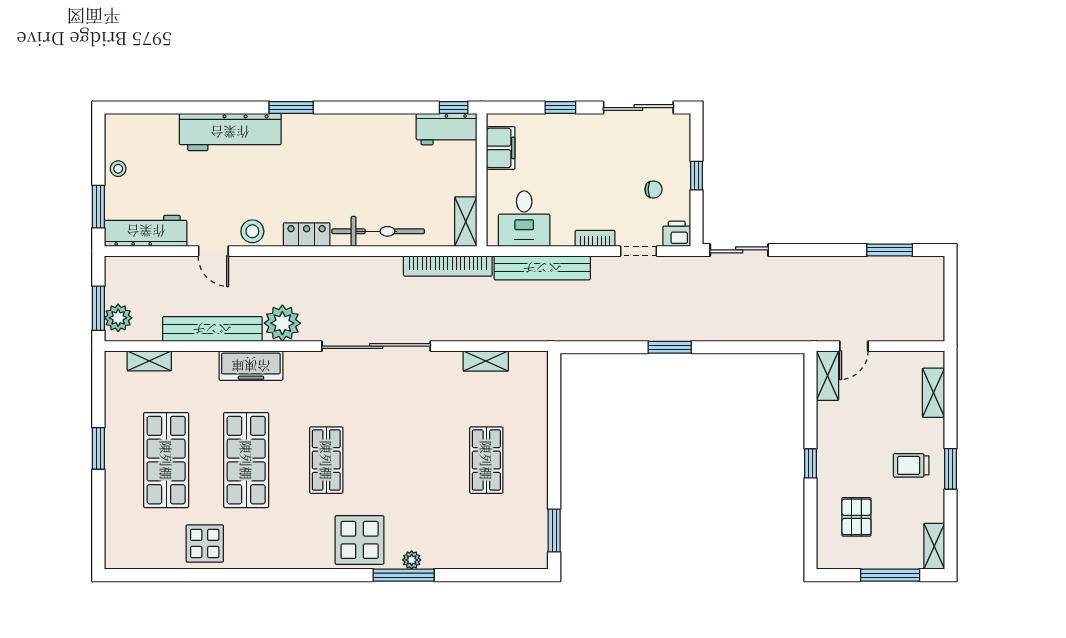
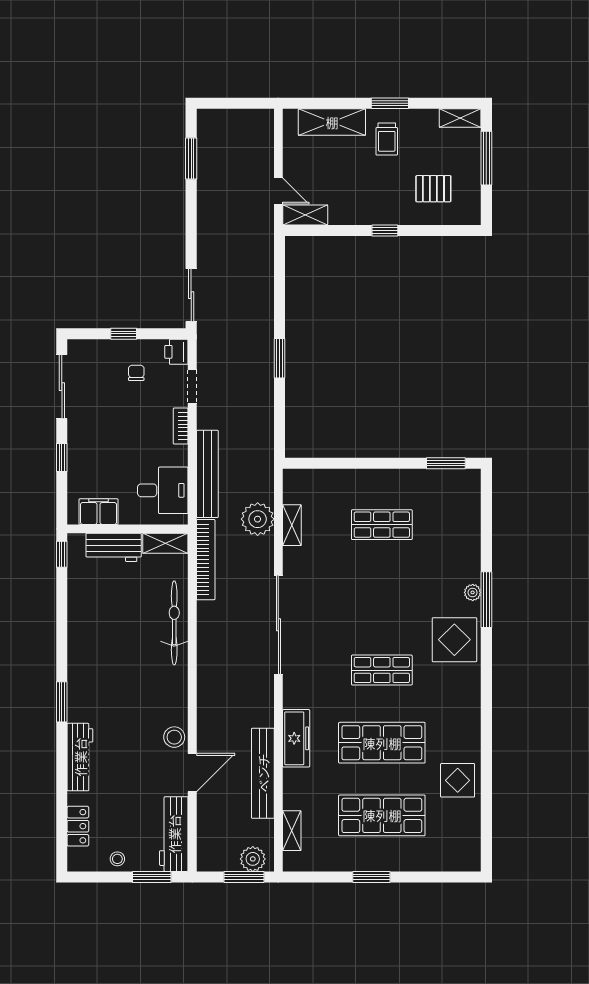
workbench: (447, 129) -> (114, 547), moved, turned 90
workbench: (230, 132) -> (80, 757), width x0.73, depth x0.76
locker: (307, 235) -> (78, 826), moved, turned 180
door: (213, 251) -> (192, 772), width x1.38
plant: (282, 323) -> (258, 519), moved
shelving: (934, 393) -> (332, 122), width x1.50, depth x1.33

